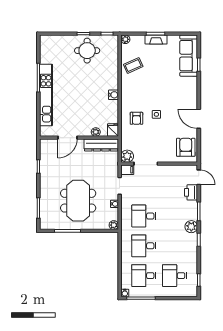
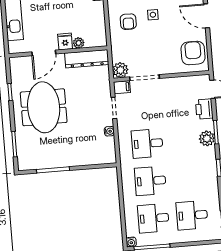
fridge: (113, 130) -> (65, 41), moved
meeting table: (78, 201) -> (44, 107), moved
plant: (114, 225) -> (111, 158), removed
plant: (191, 227) -> (207, 138), moved

